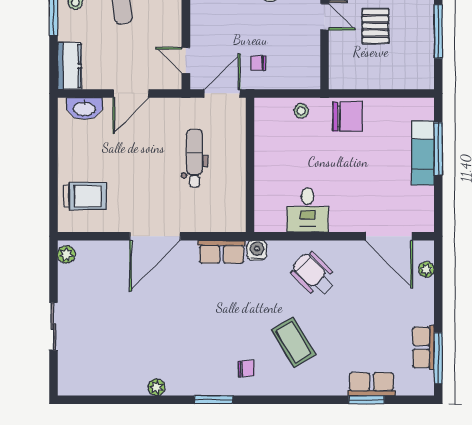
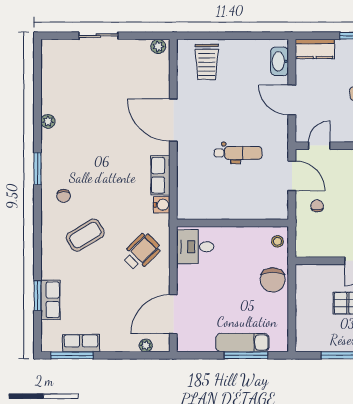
wall: (250, 165) -> (233, 223), moved

